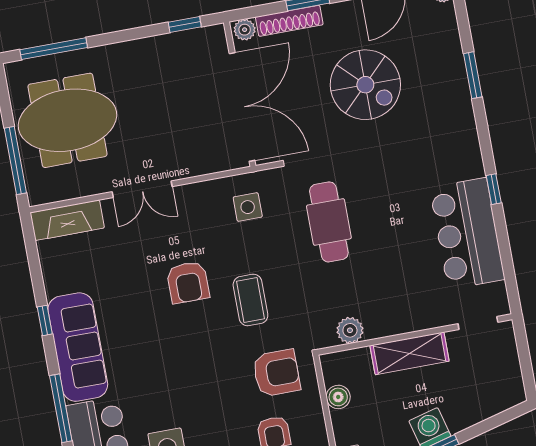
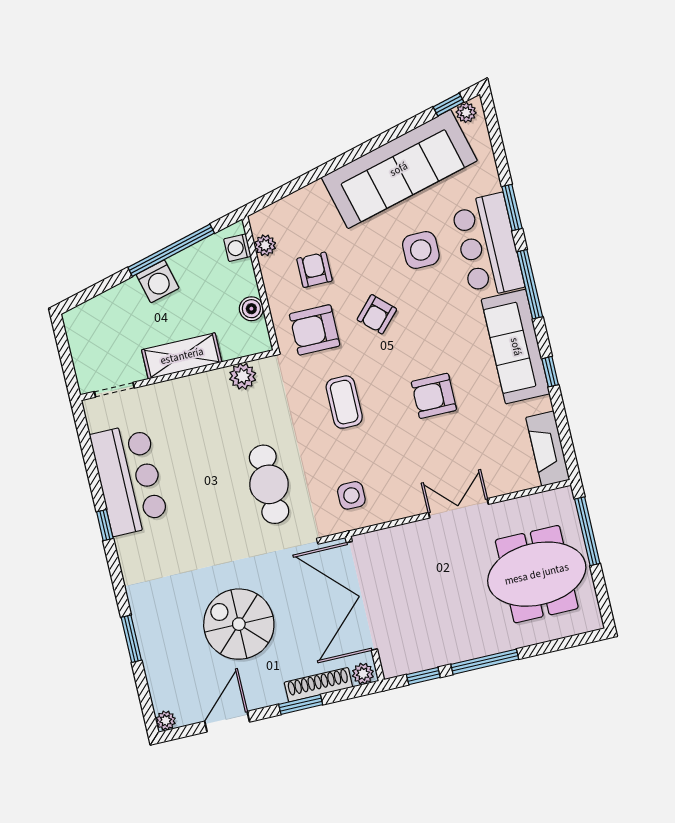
window: (54, 49) -> (485, 662), moved
fireplace: (67, 220) -> (548, 449), moved, turned -90
armchair: (188, 282) -> (434, 396), moved, turned -90
armchair: (214, 386) -> (377, 314), added

